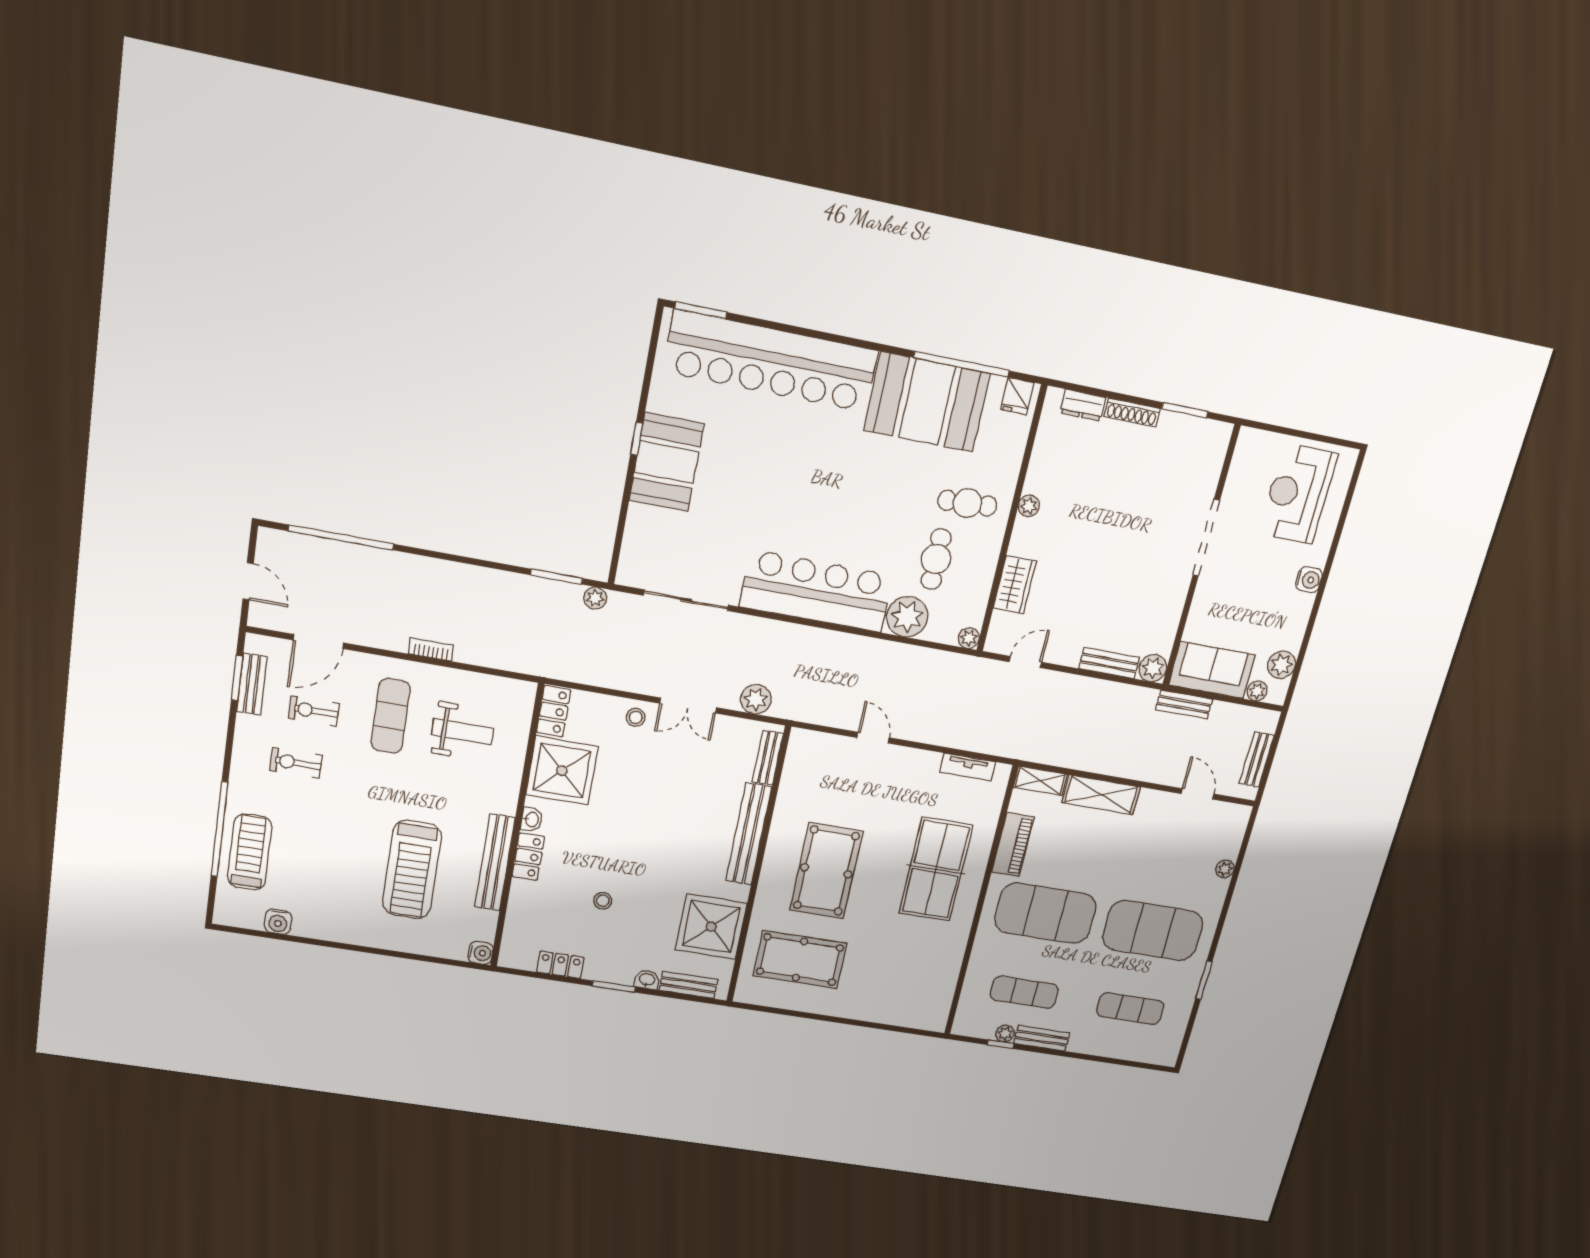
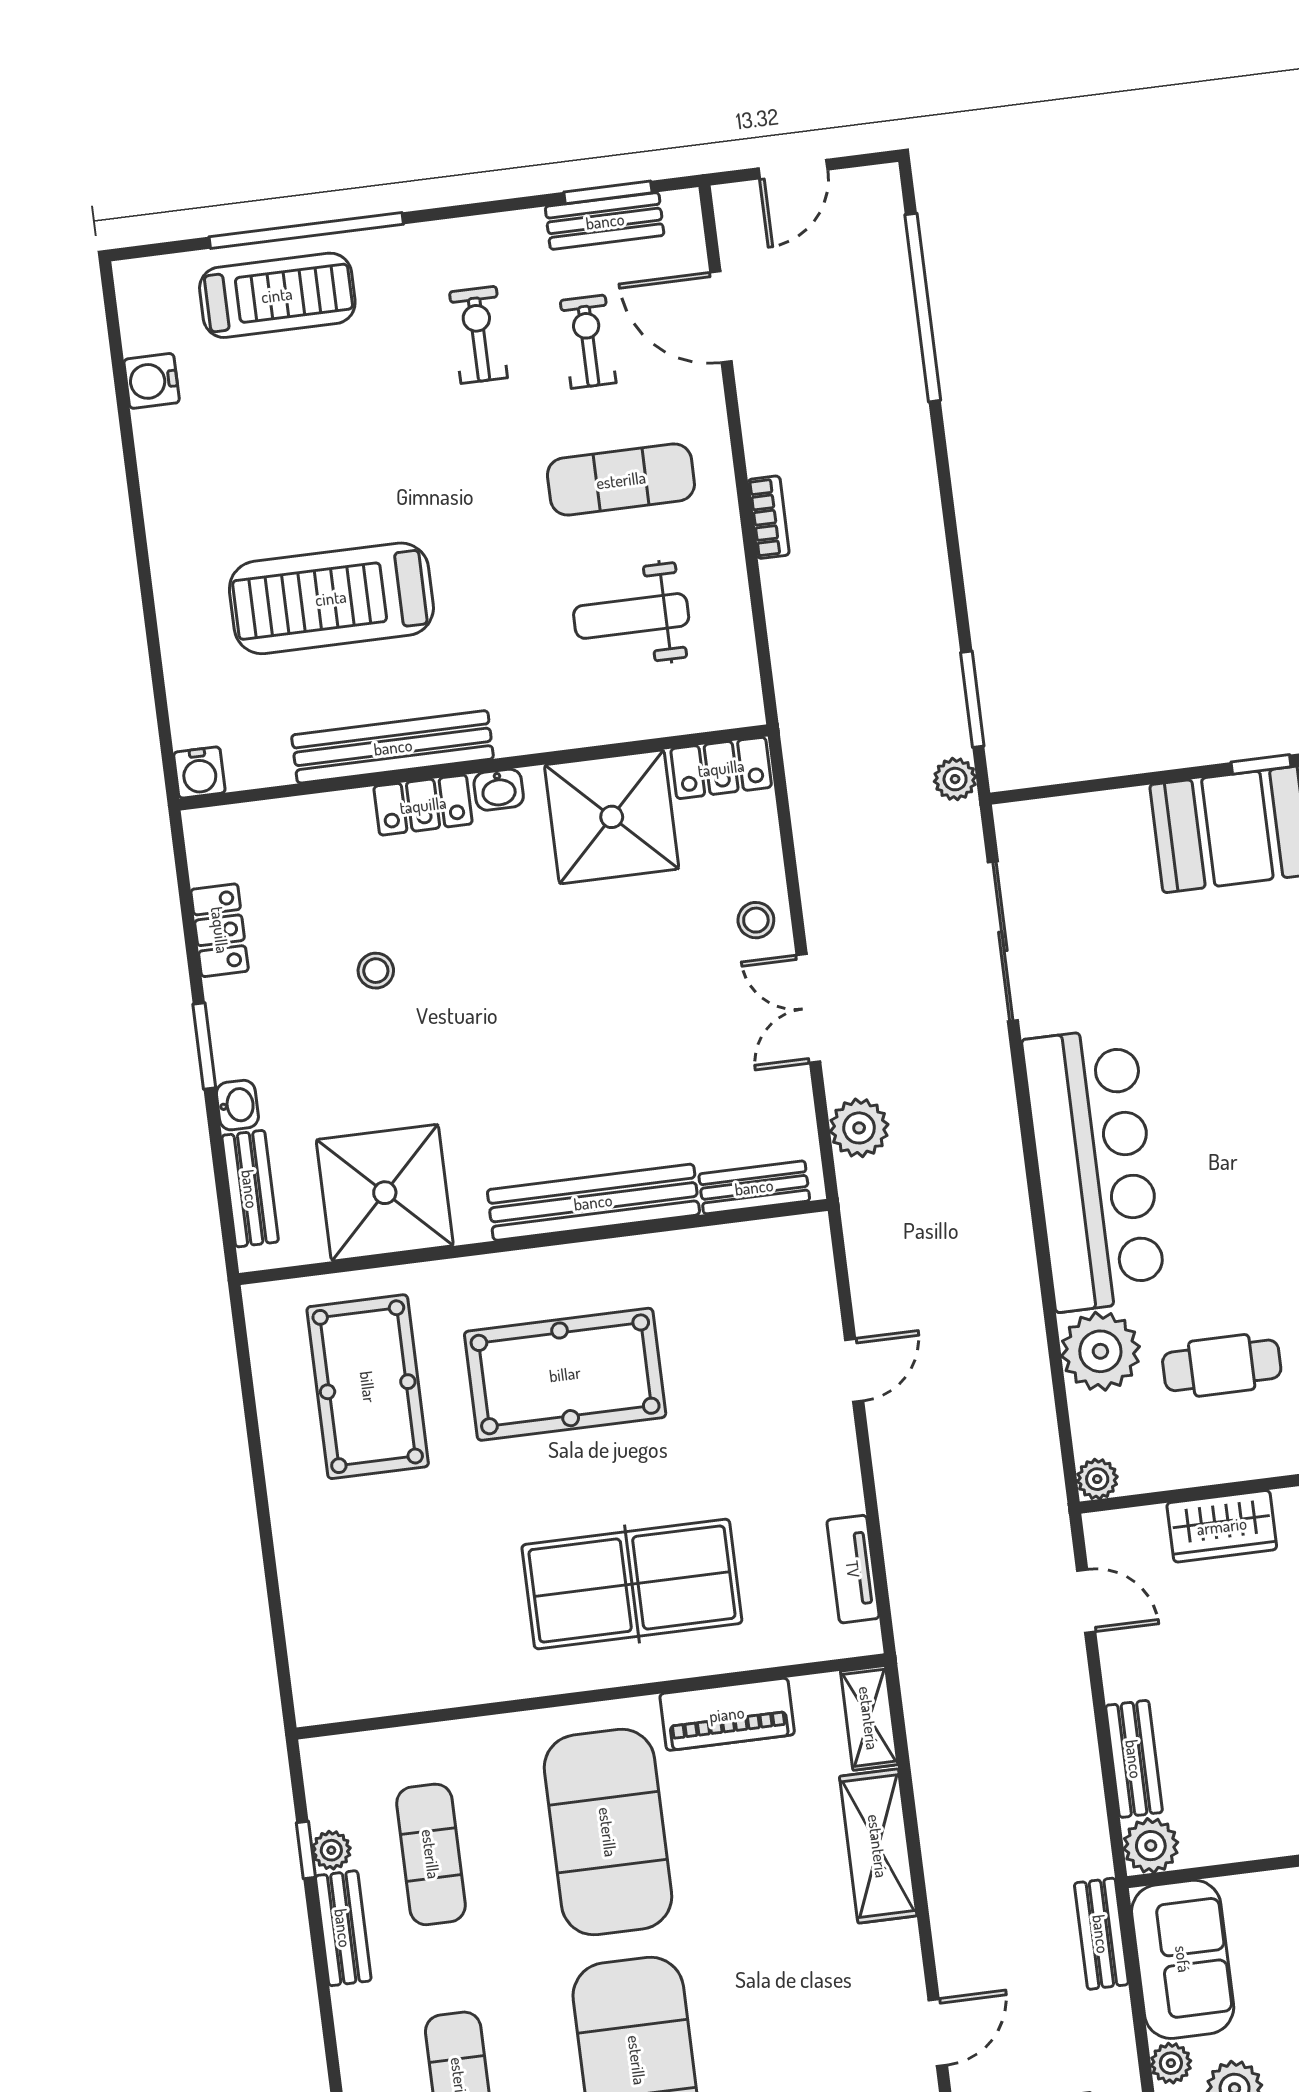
weight bench: (463, 732) -> (631, 616), turned 90

